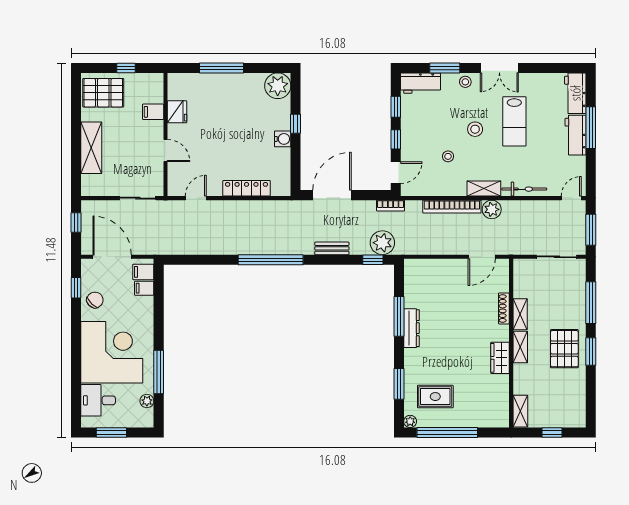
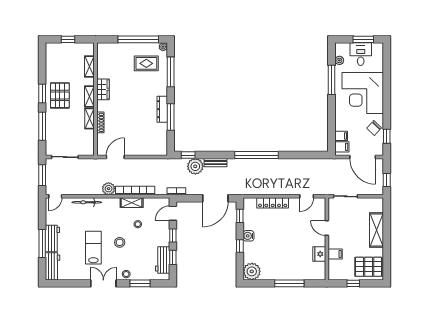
workbench: (421, 83) -> (163, 260), moved, turned -90
window: (296, 169) -> (240, 216), added
shelving: (484, 189) -> (132, 203), moved
plant: (382, 243) -> (195, 166), moved
window: (399, 384) -> (171, 72), width x1.44
desk: (98, 400) -> (361, 54), moved, turned -90
shelving: (520, 411) -> (89, 67), moved

